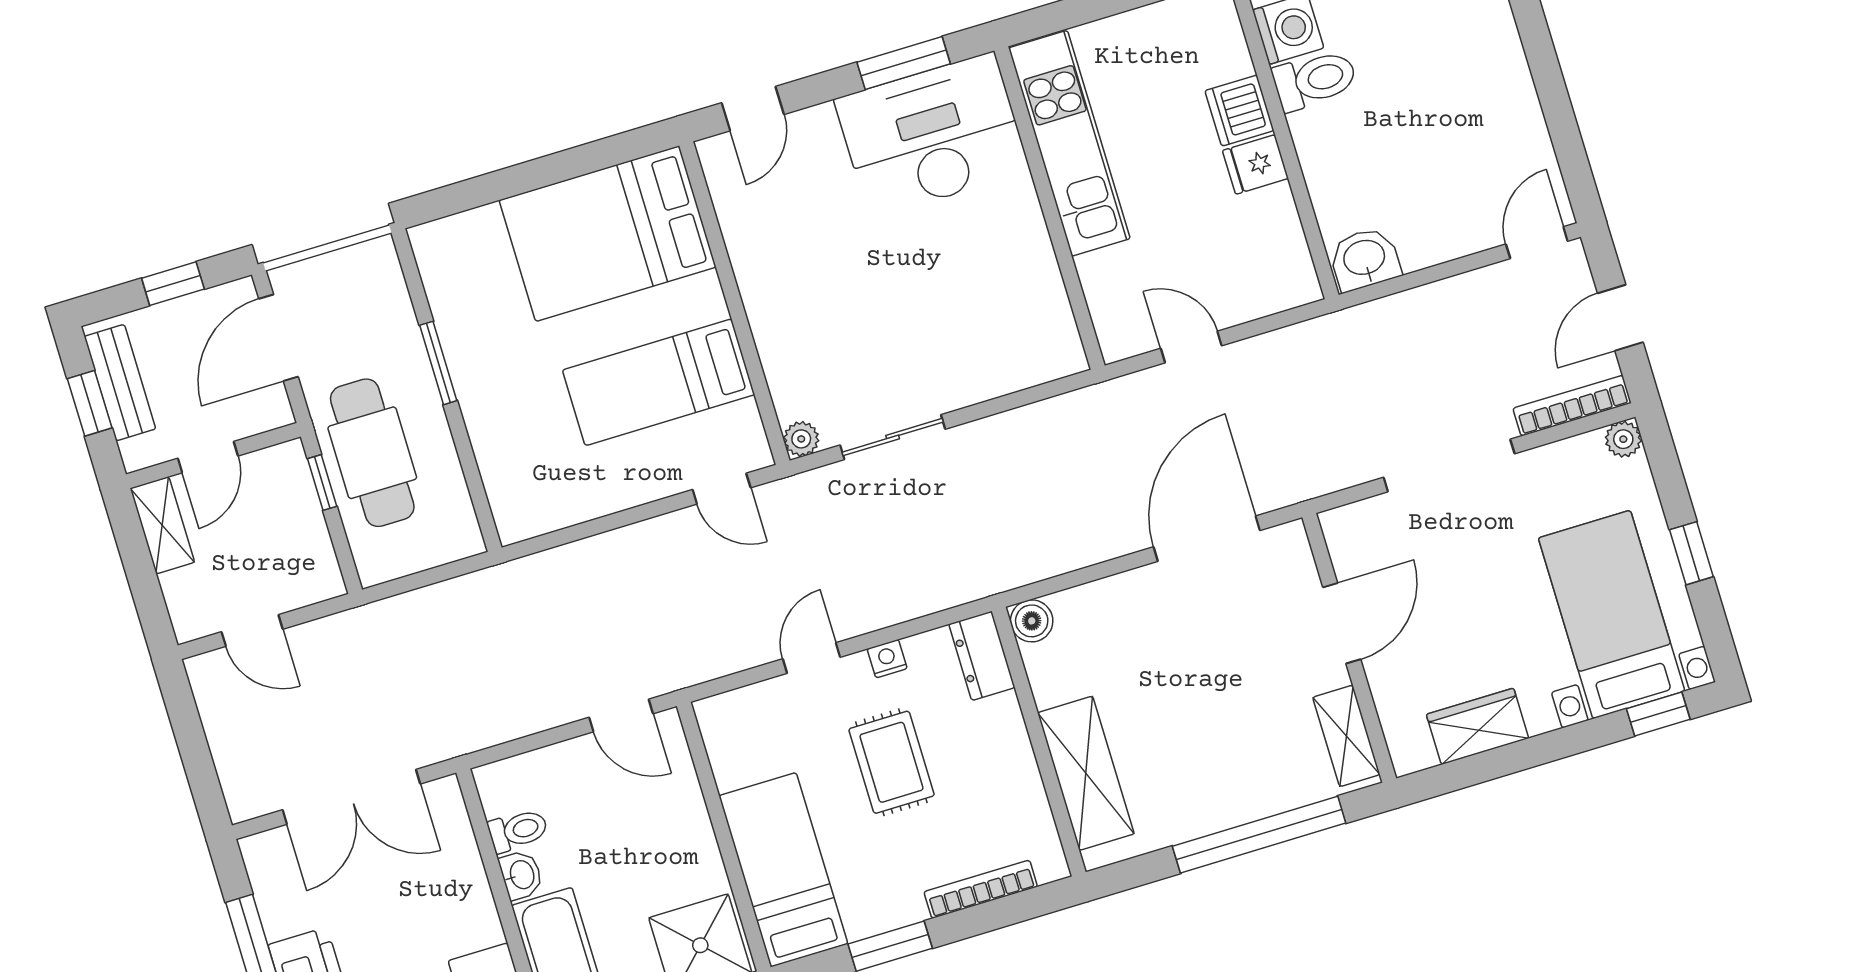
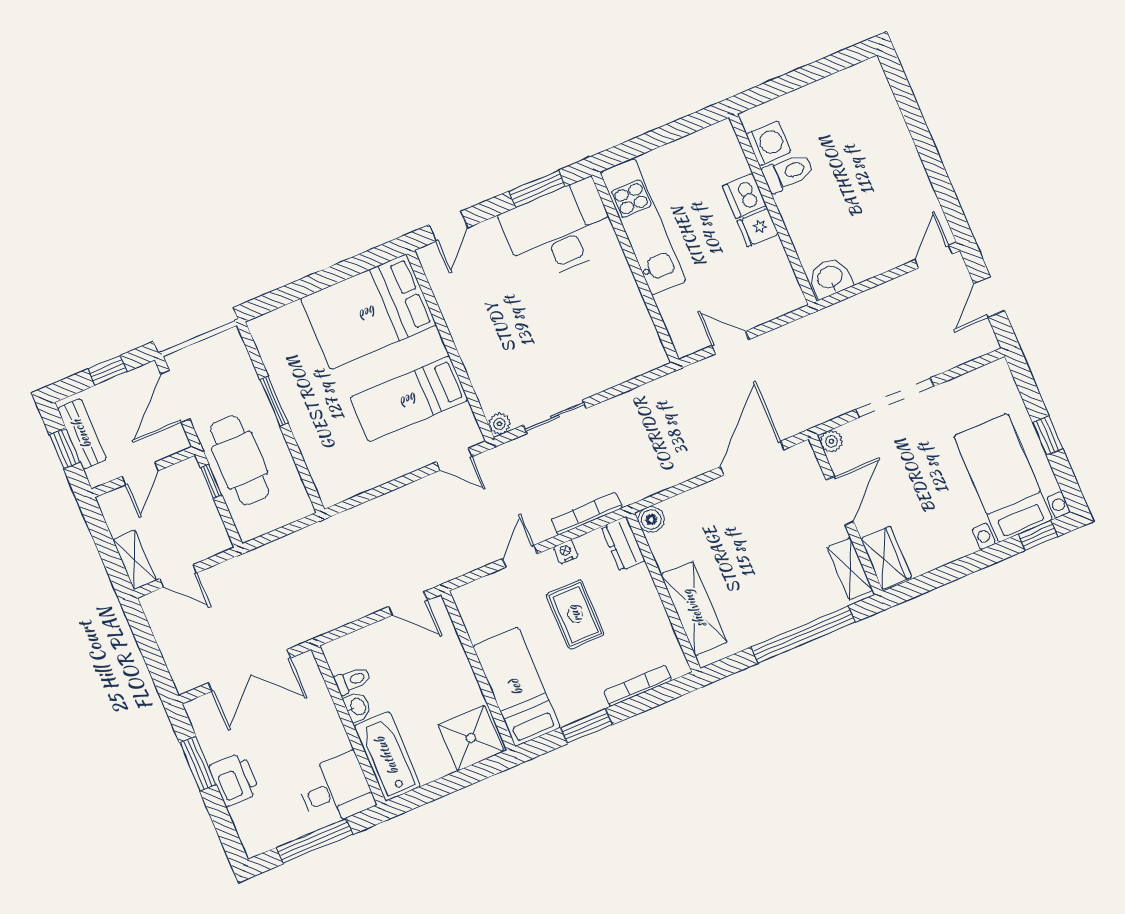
bookcase: (1572, 406) -> (587, 514), moved
plant: (1623, 439) -> (831, 441), moved
shelving: (162, 525) -> (135, 560), moved
wardrobe: (1477, 726) -> (886, 558), moved, turned 90

